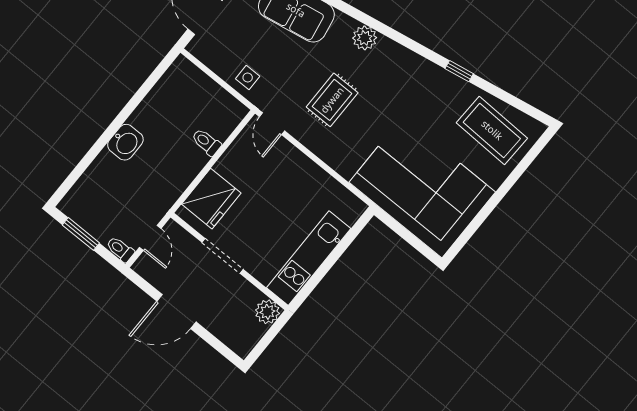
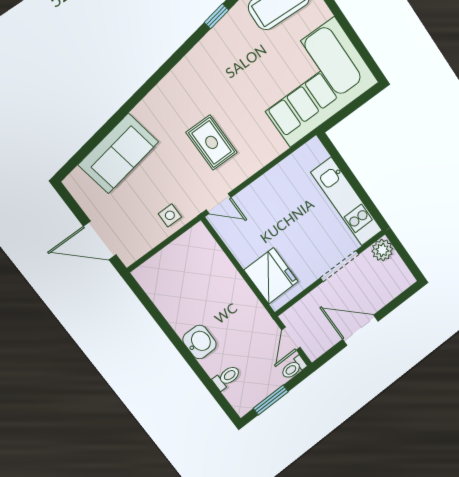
plant: (365, 38) -> (162, 96), removed
toilet: (206, 142) -> (227, 377), moved, turned 180
door: (150, 238) -> (291, 339), swing flipped
doorway: (222, 256) -> (339, 266), moved
door: (176, 312) -> (360, 330), swing flipped

